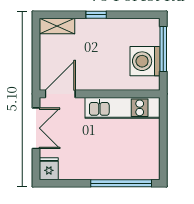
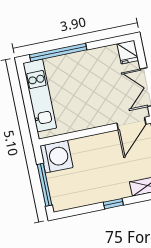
washing machine: (145, 61) -> (56, 157), moved
kitchen unit: (122, 108) -> (40, 95), moved, turned 90

